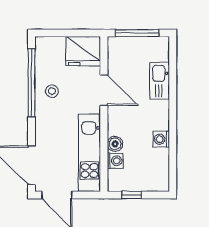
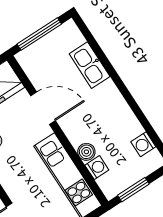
washing machine: (161, 139) -> (143, 144), moved
window: (132, 195) -> (133, 190), width x1.50

